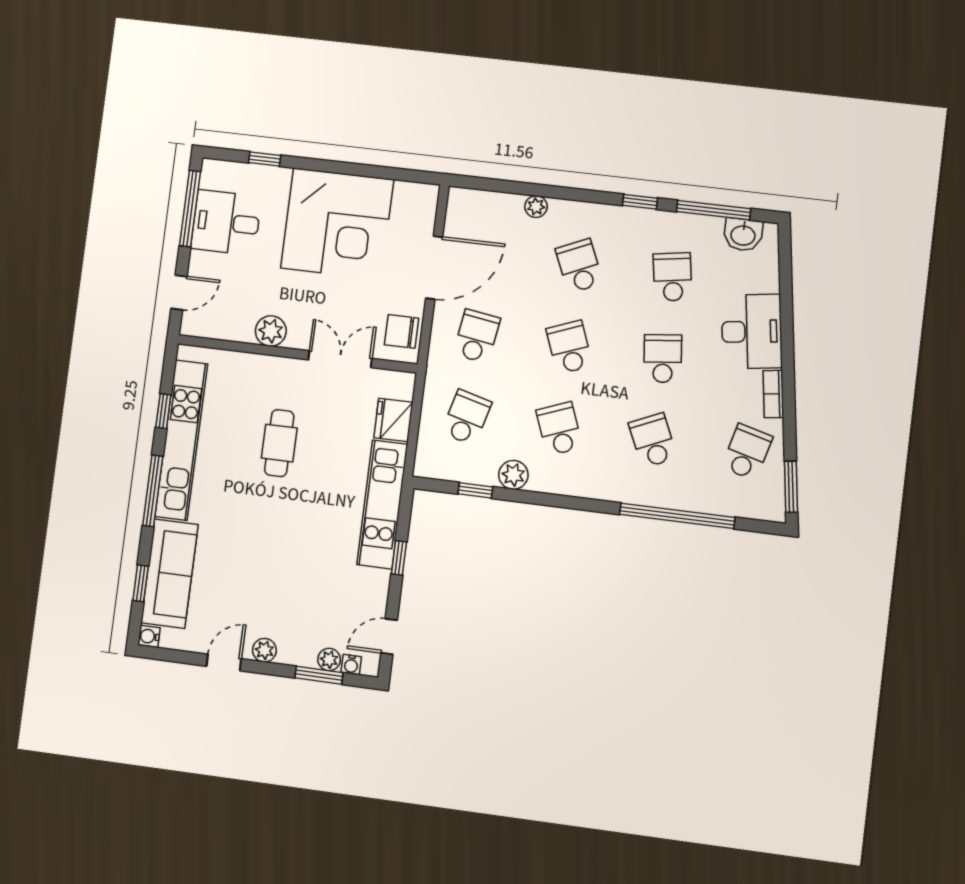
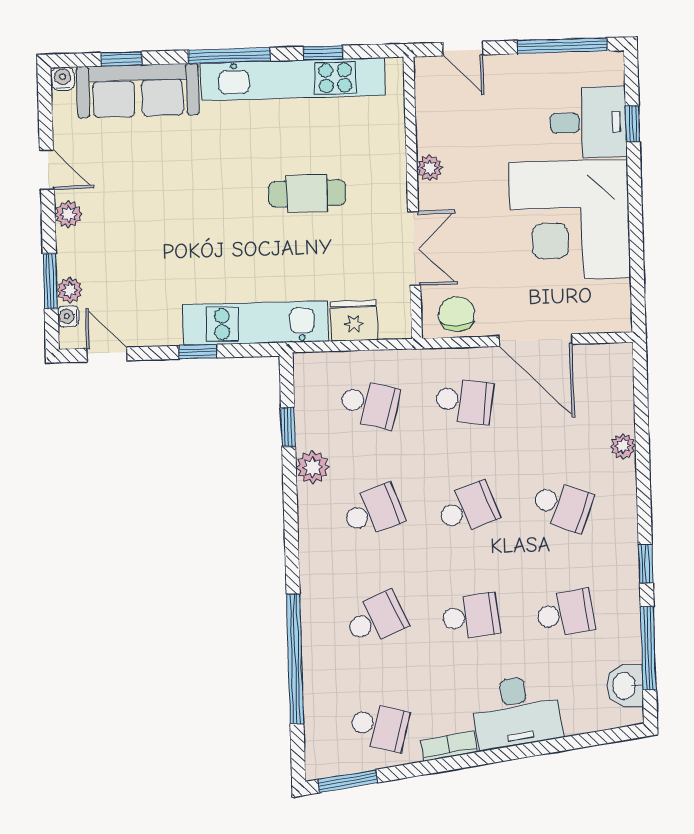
desk: (226, 222) -> (588, 122), moved, turned 90
school desk: (579, 266) -> (562, 506), turned 45
plant: (271, 331) -> (430, 168), width x0.73, depth x0.73

